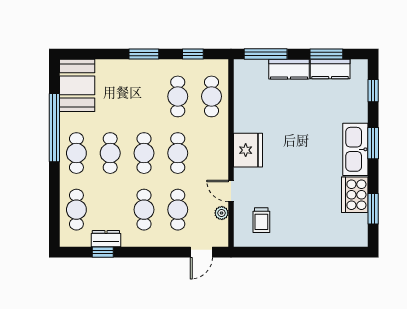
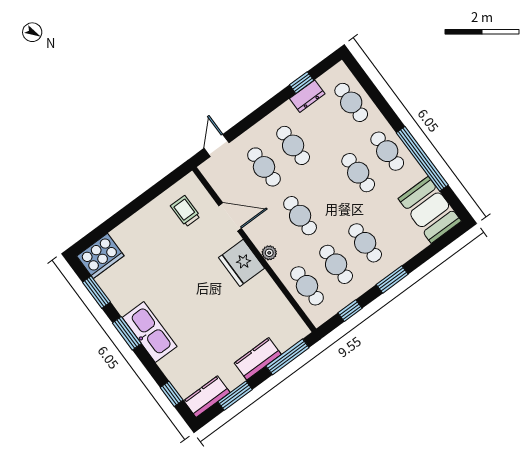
kitchen counter: (330, 69) -> (207, 397), moved
window: (373, 143) -> (127, 333), moved
cafe table: (144, 153) -> (365, 243), moved
door: (231, 191) -> (230, 217), width x1.37
cooker: (355, 195) -> (100, 256), moved, turned 90
plant: (222, 213) -> (269, 253), moved

